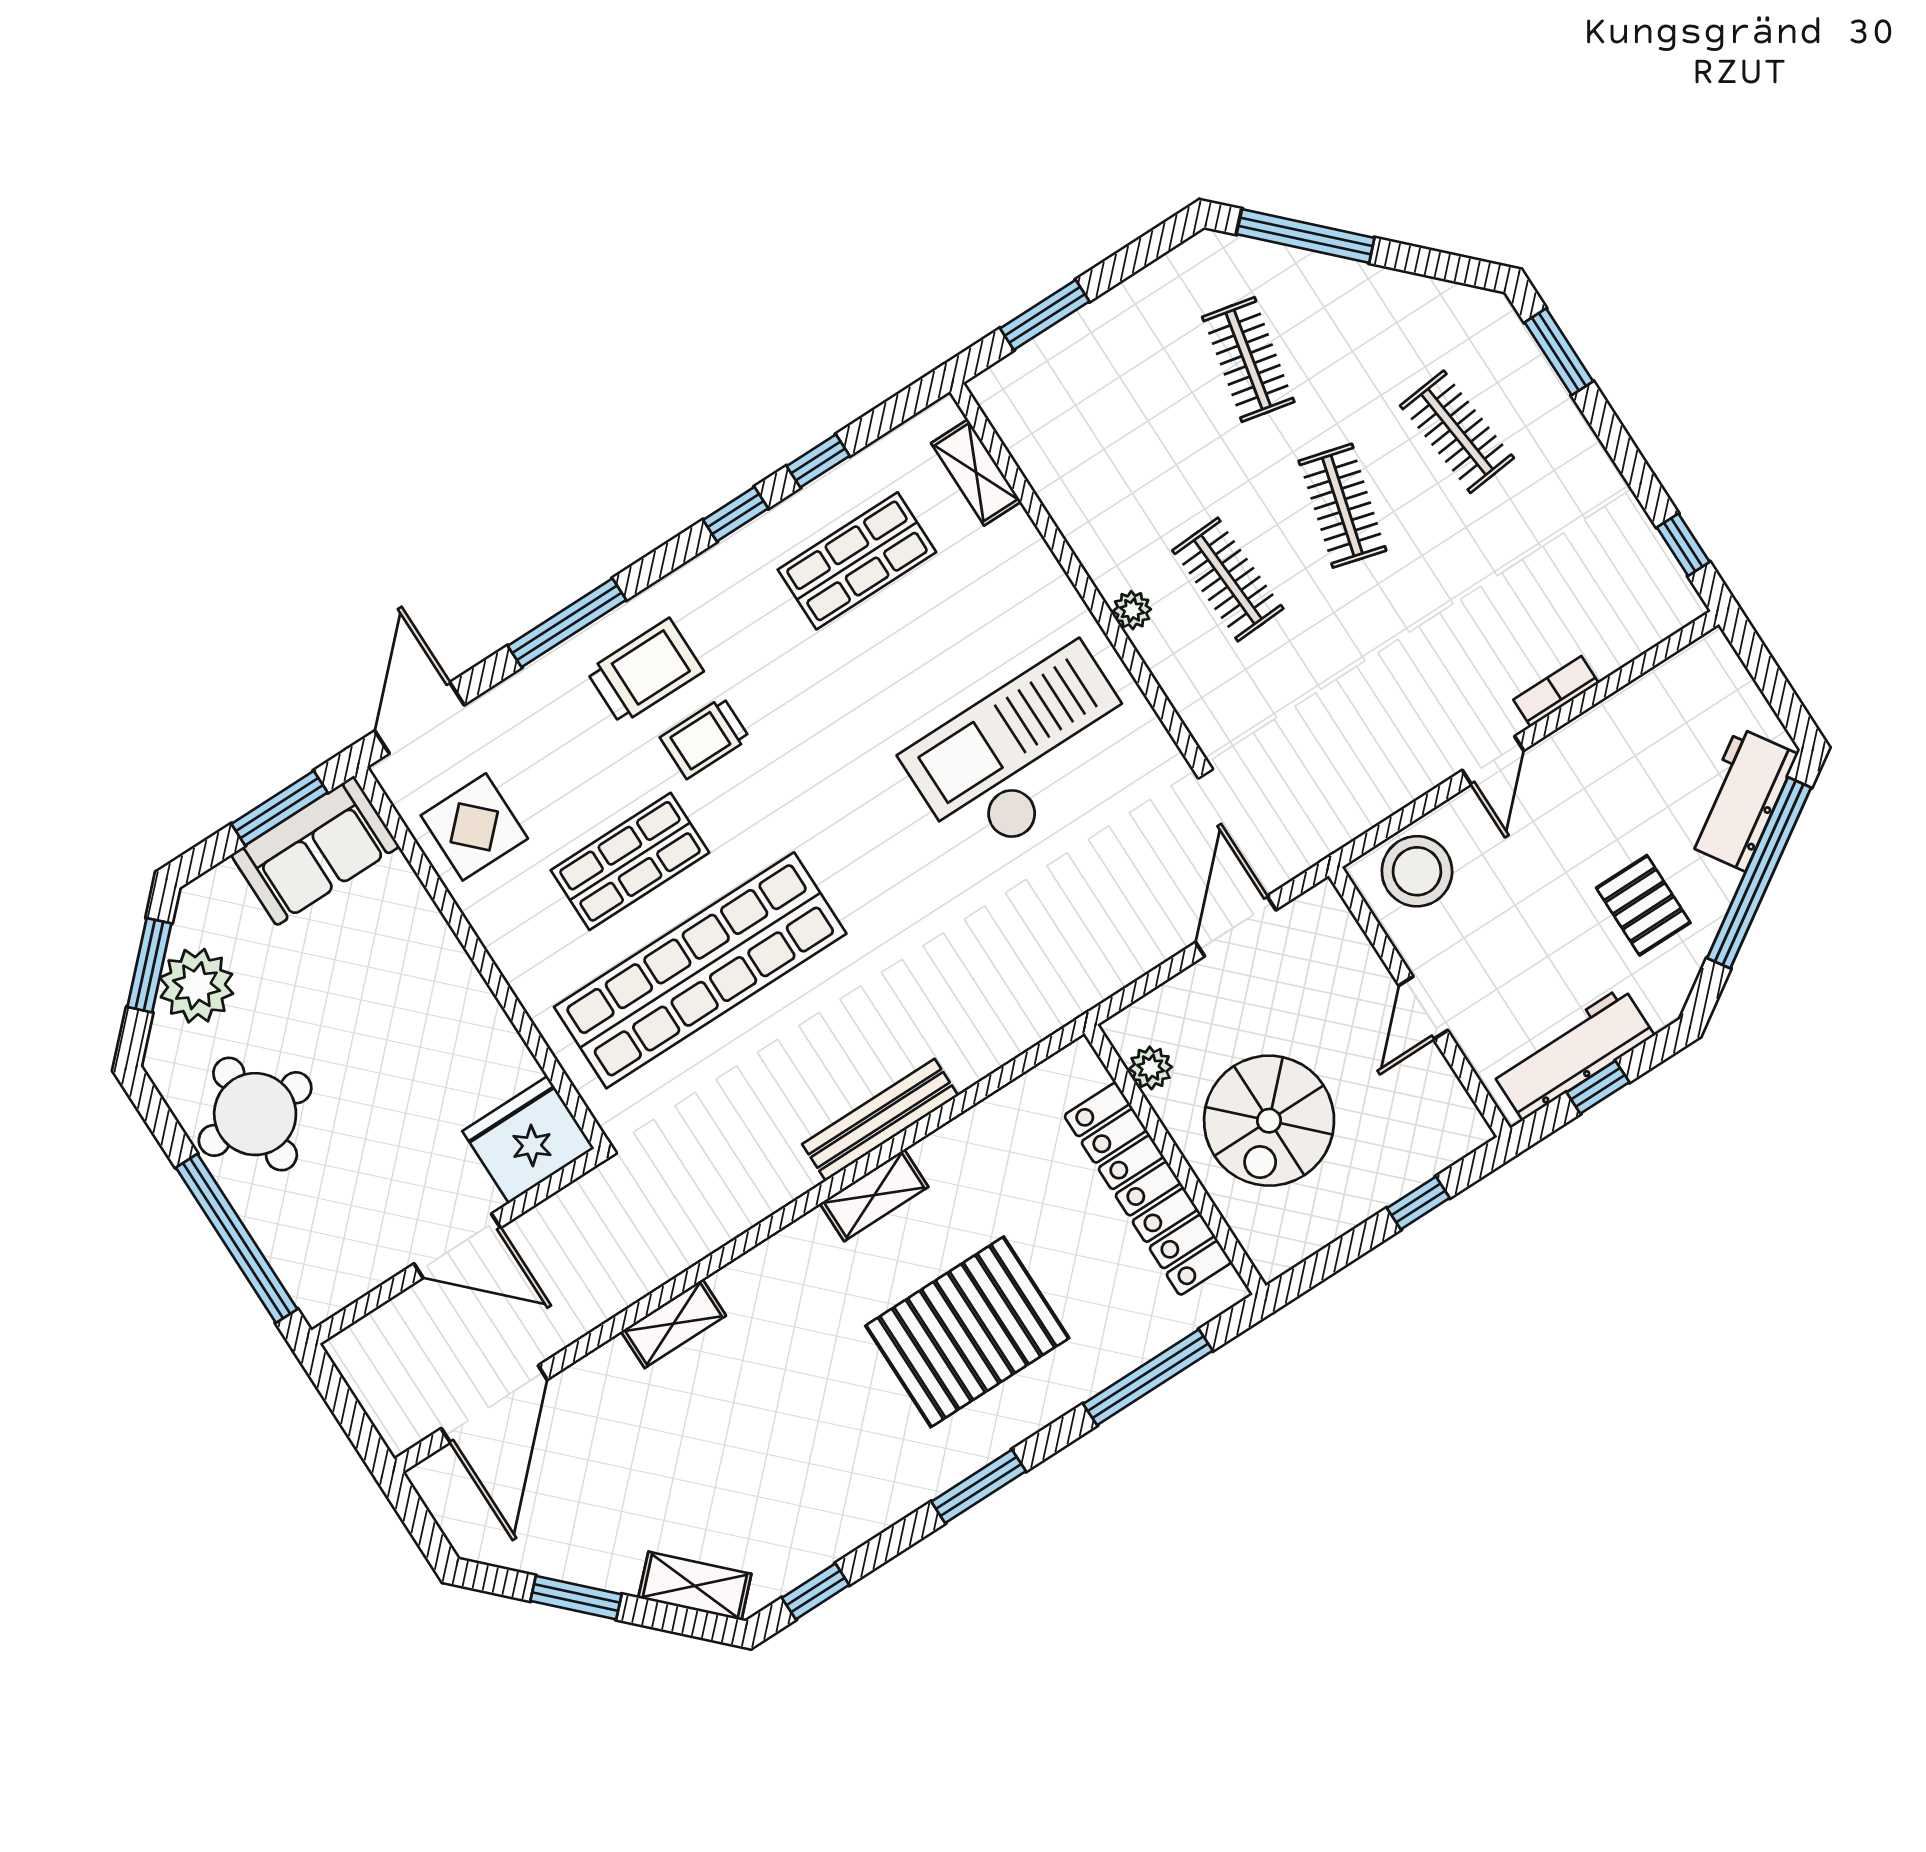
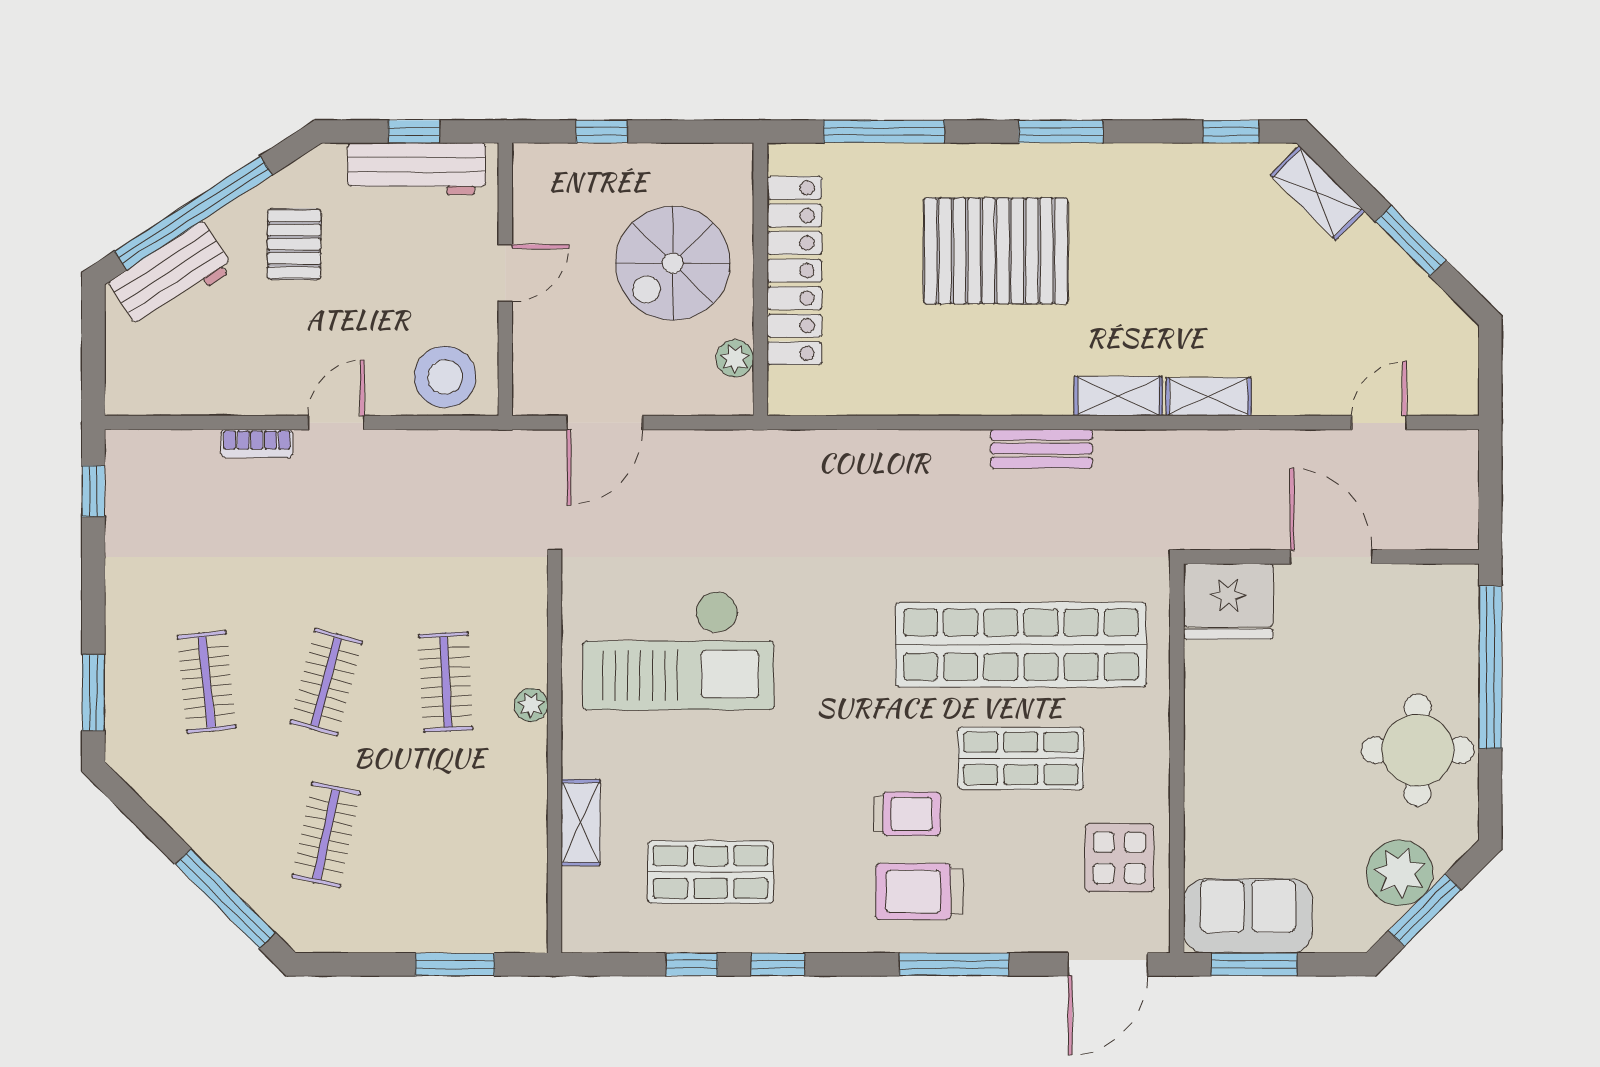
shelving: (976, 472) -> (581, 823), moved
bench: (880, 1120) -> (1041, 449), moved, width x0.73
spiral stairs: (1269, 1121) -> (673, 263), turned 180
shelving: (874, 1195) -> (1118, 396), moved
door: (494, 1404) -> (1379, 423), width x0.53

